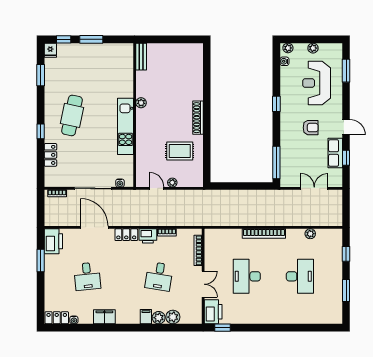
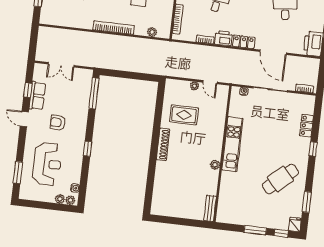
plant: (313, 48) -> (60, 199), moved
cafe table: (72, 115) -> (280, 179), moved, turned 36
plant: (310, 234) -> (152, 32), moved

